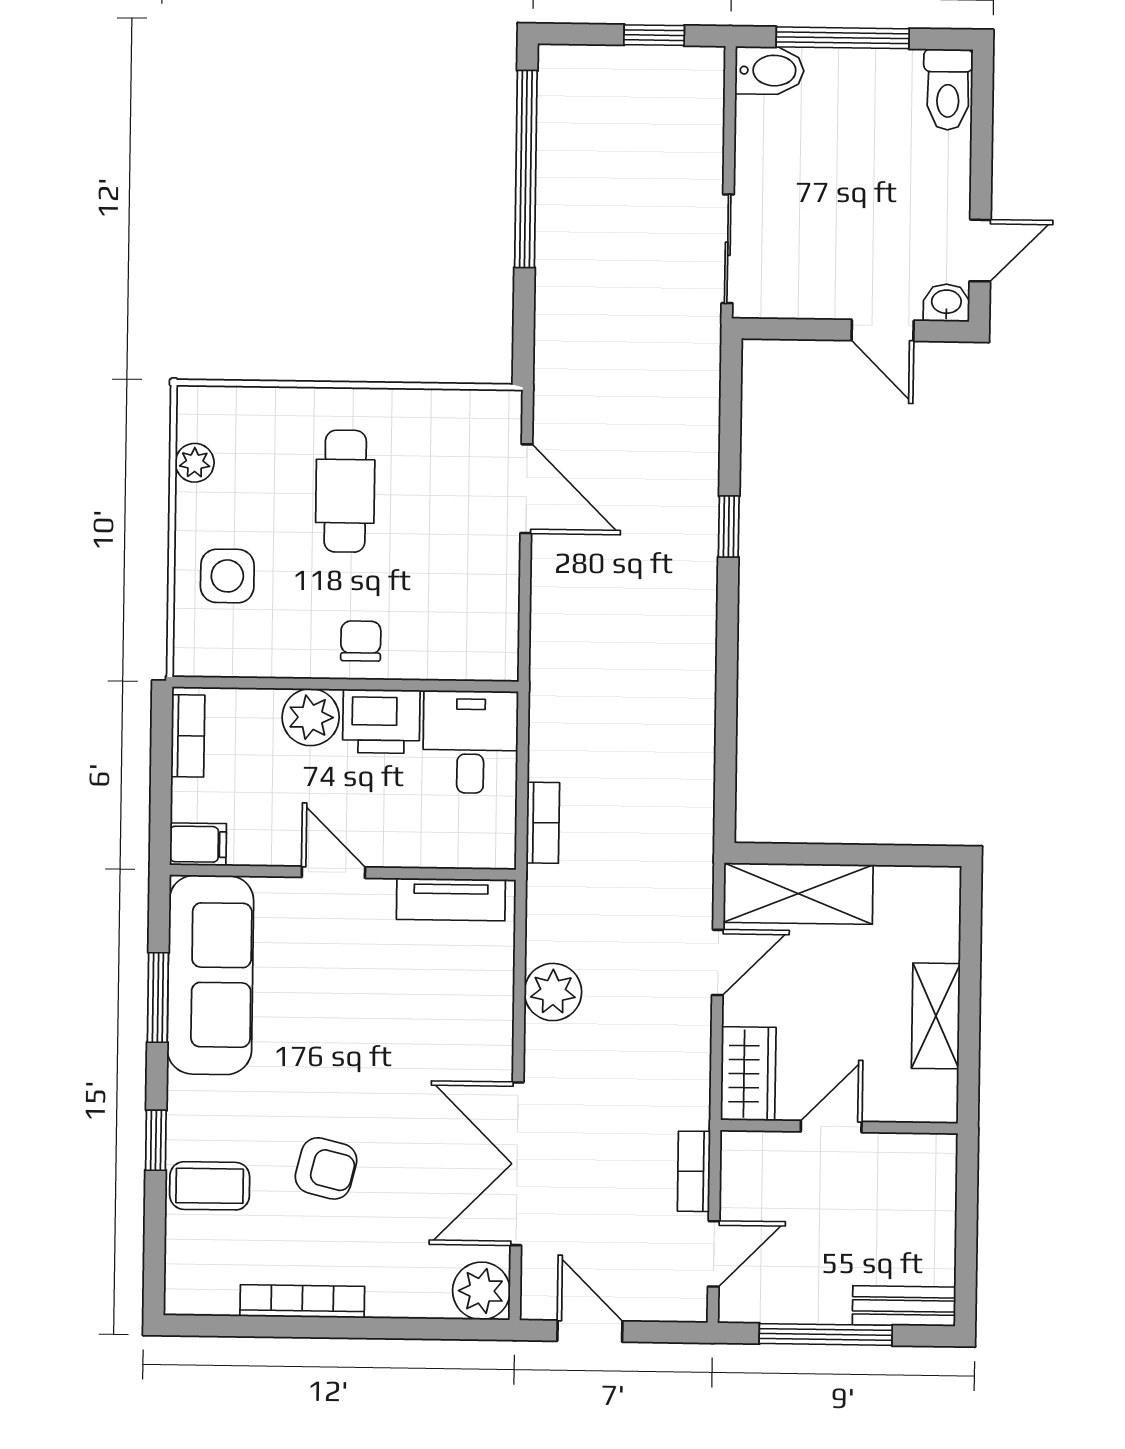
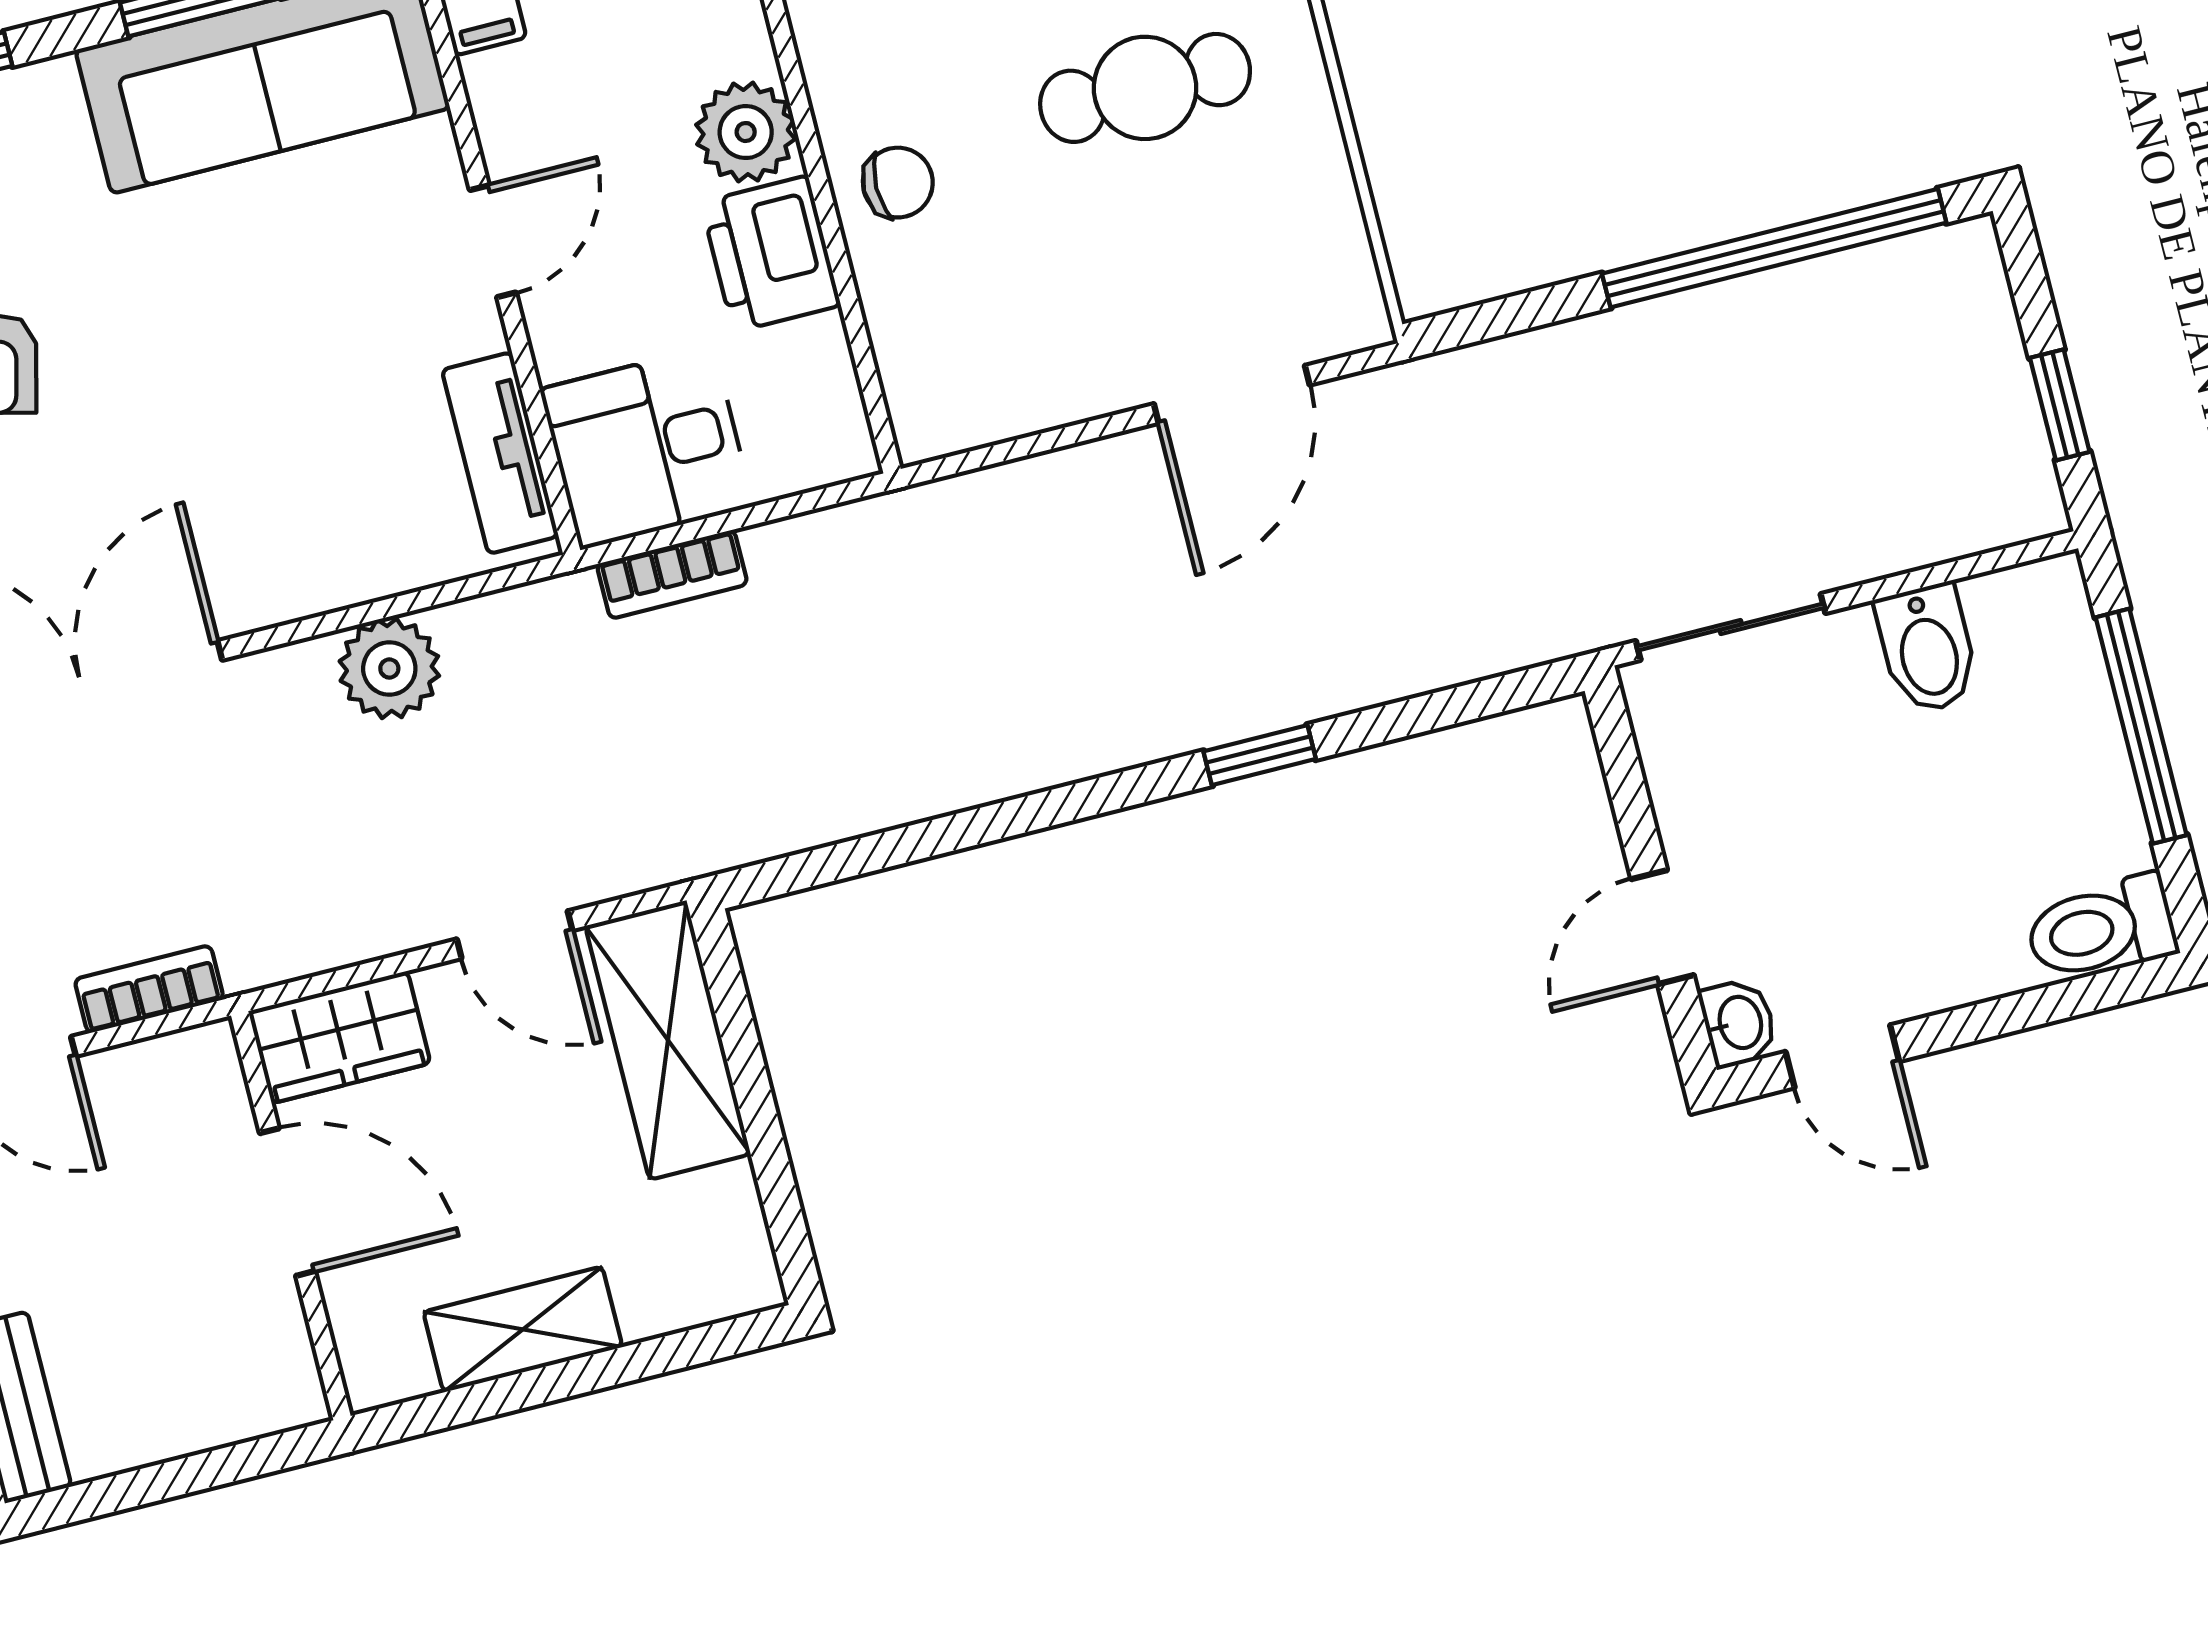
bidet: (770, 70) -> (1927, 649), moved
desk: (471, 742) -> (647, 448), moved, turned 180
door: (831, 1127) -> (287, 1202), width x1.38

